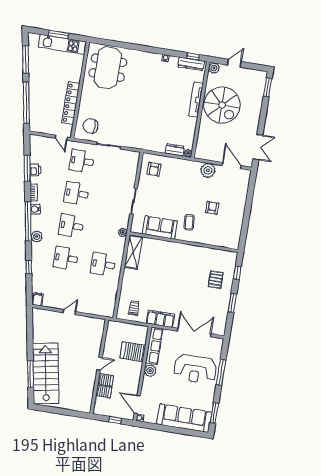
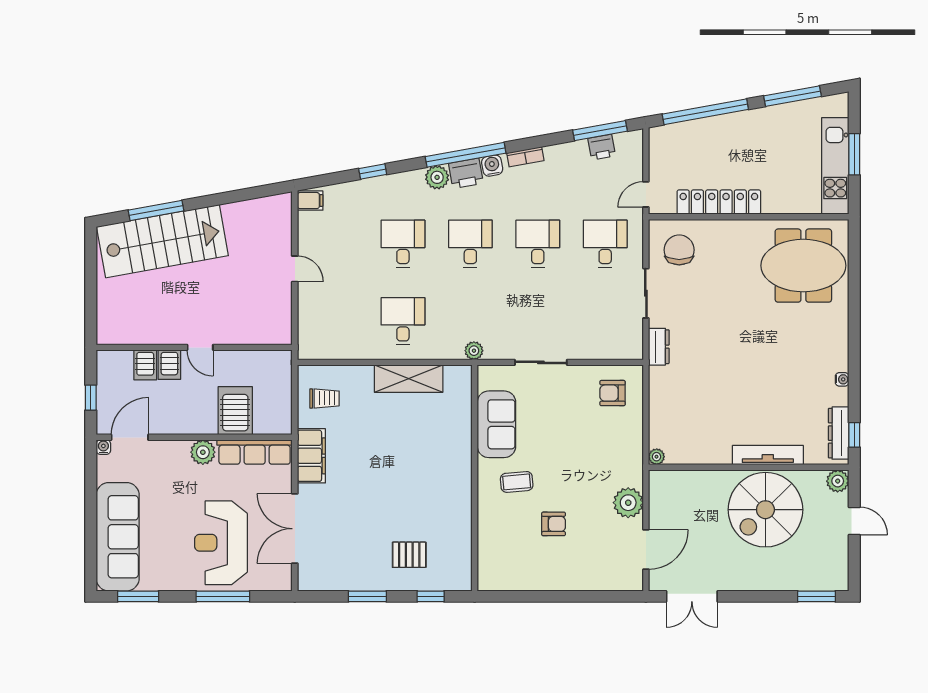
dresser: (175, 150) -> (659, 347), moved
window: (27, 168) -> (600, 131), moved
printer: (35, 170) -> (602, 147), moved
printer: (37, 222) -> (466, 173), added
shelving: (133, 252) -> (409, 379), moved
double door: (194, 332) -> (295, 529), swing flipped

